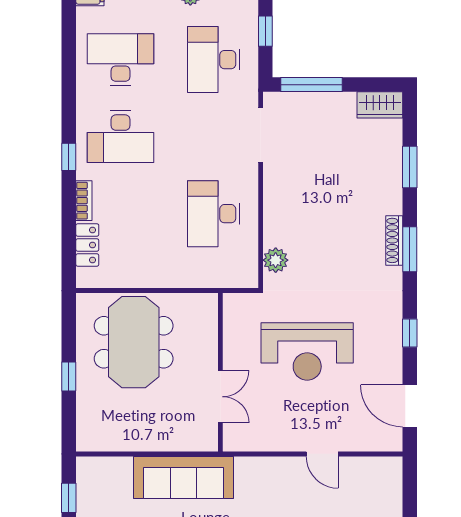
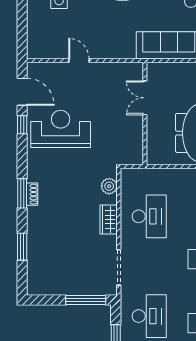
wardrobe: (380, 105) -> (109, 220), moved, turned -90
shoe rack: (394, 240) -> (32, 194), width x0.70
window: (410, 333) -> (22, 125), moved
reception desk: (307, 351) -> (61, 129), moved

